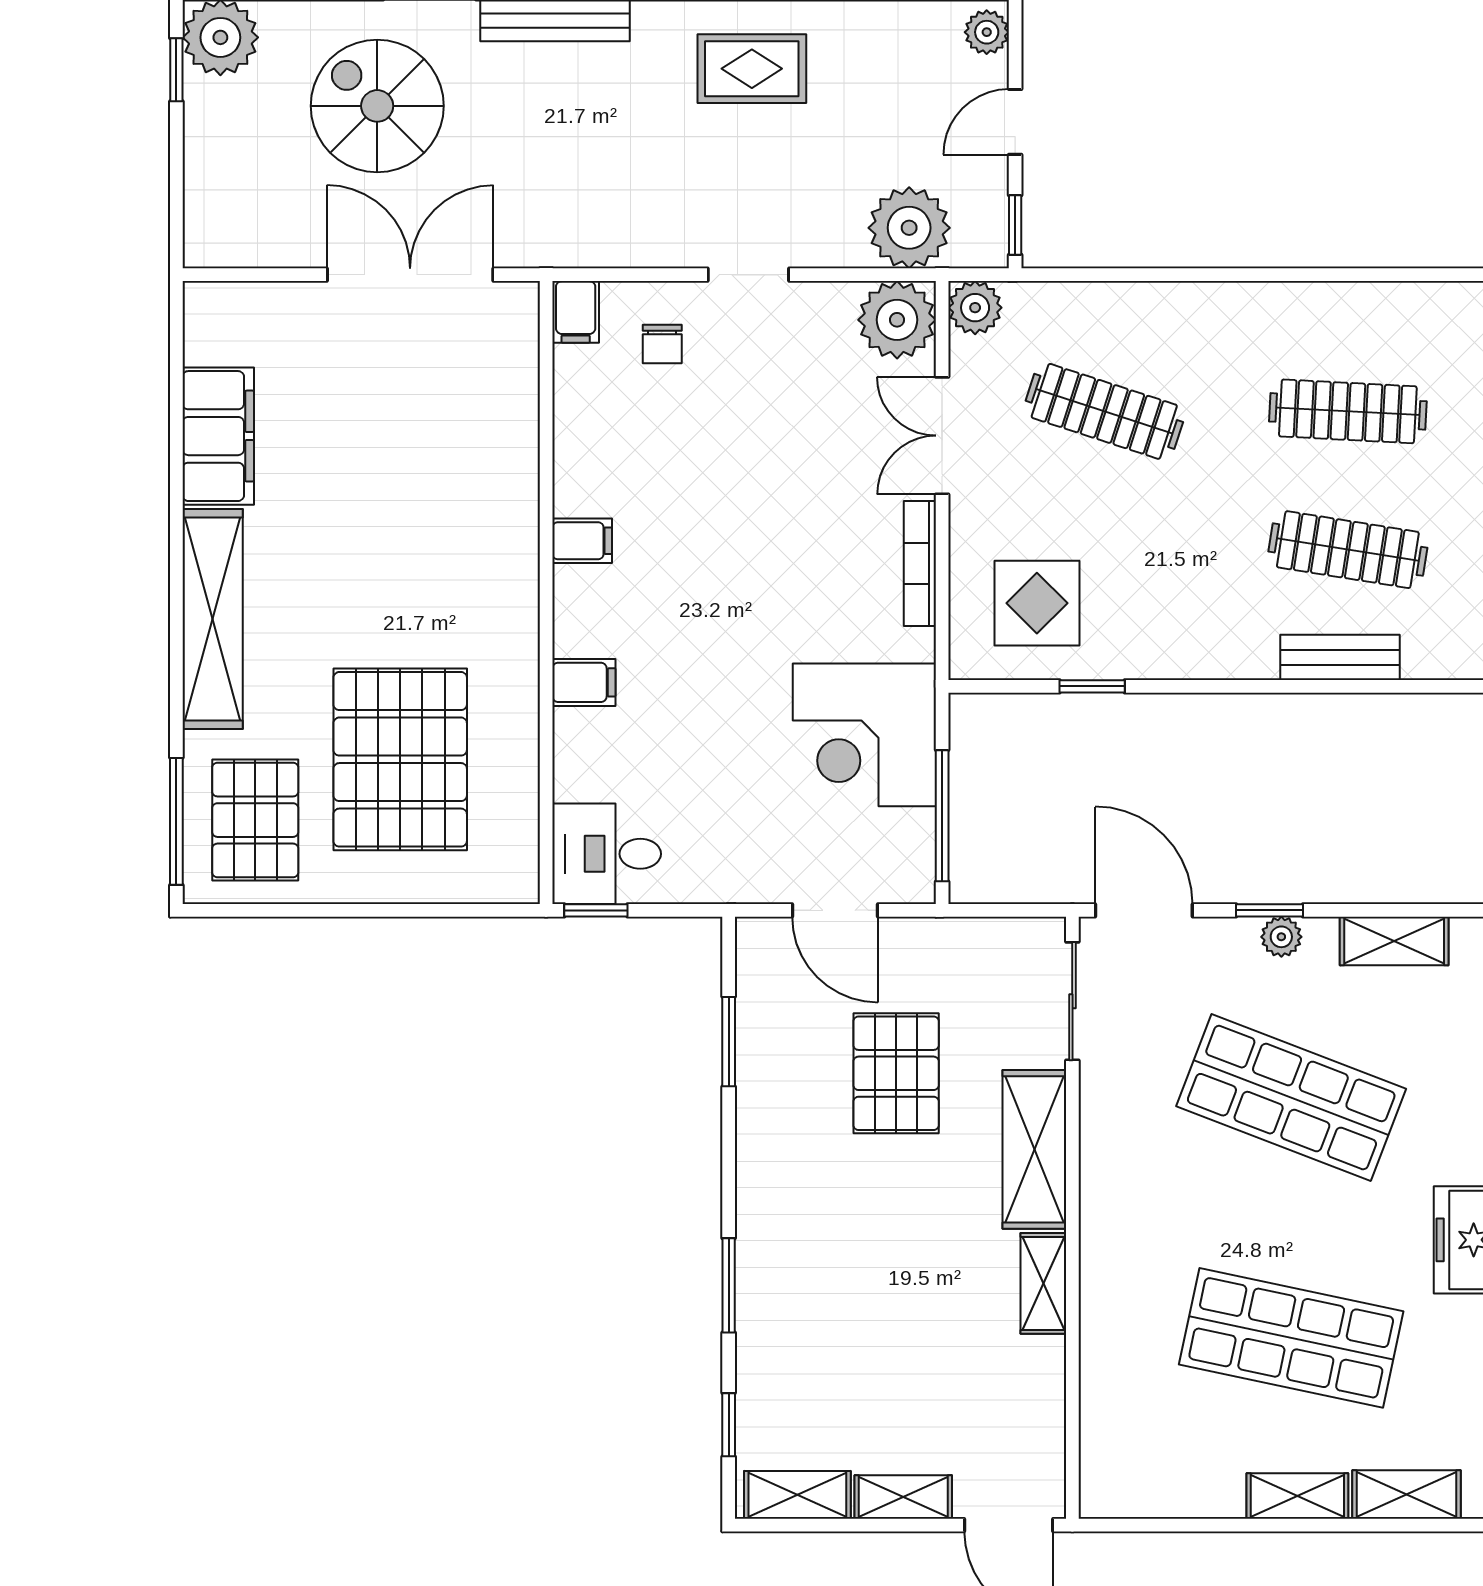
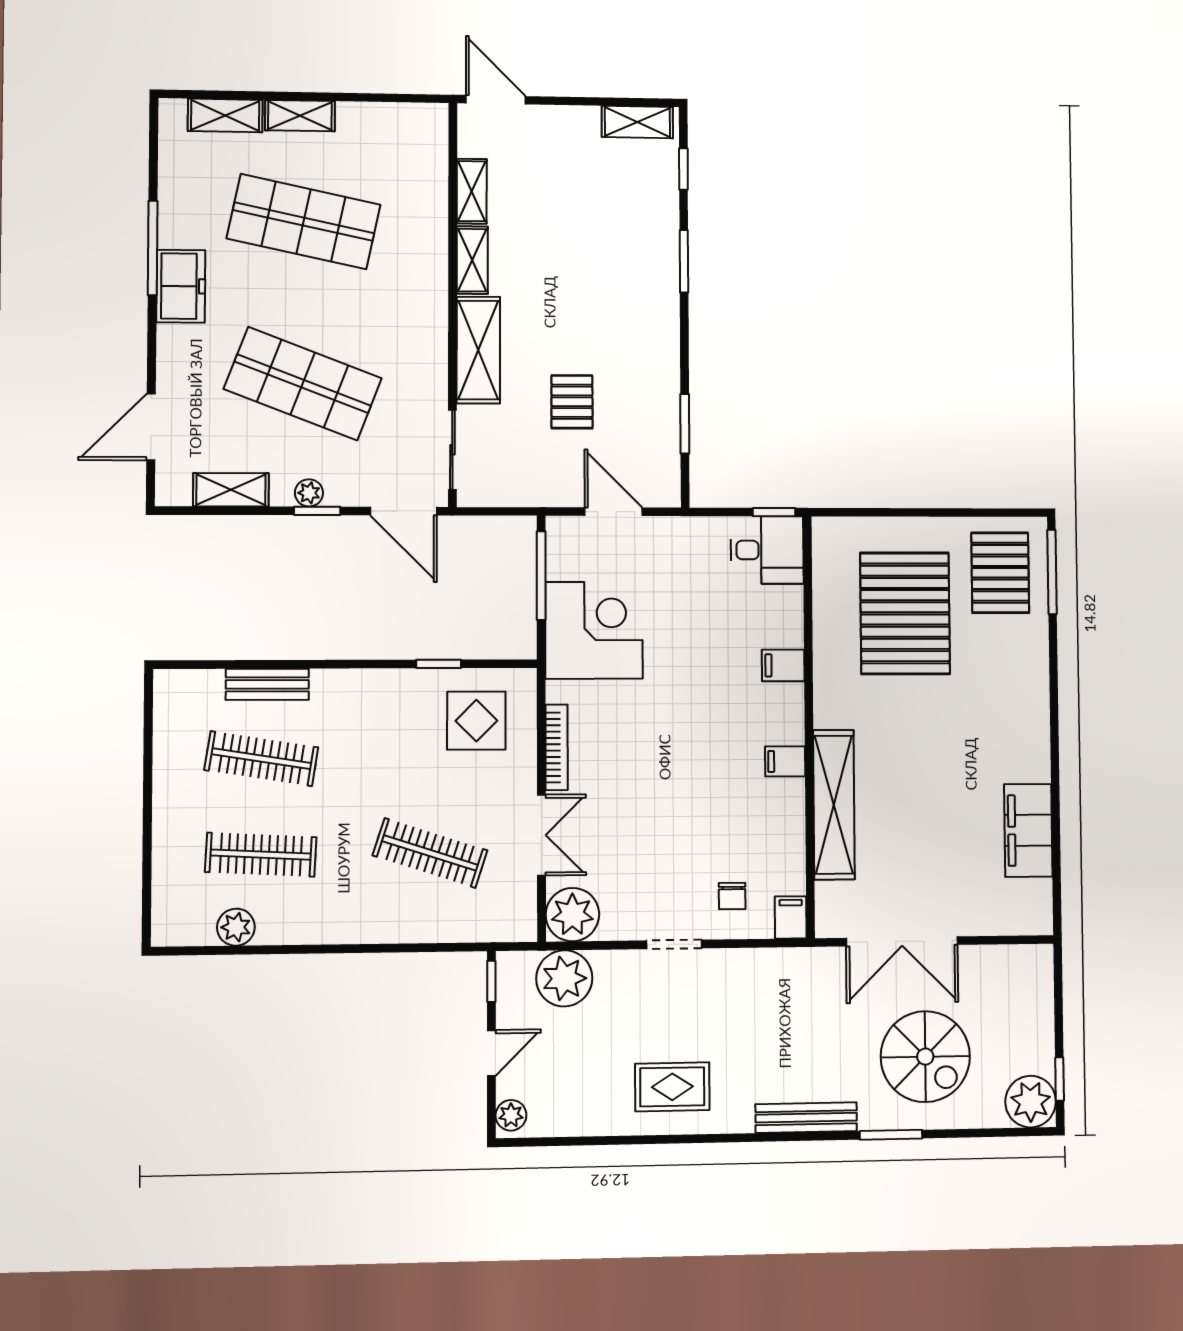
plant: (975, 308) -> (236, 927), moved
chair: (662, 344) -> (732, 896), turned 180
shelving: (213, 619) -> (834, 805), moved
pallet: (896, 1073) -> (572, 402), width x0.67, depth x0.71
shelving: (903, 1497) -> (472, 191), moved, turned 90

